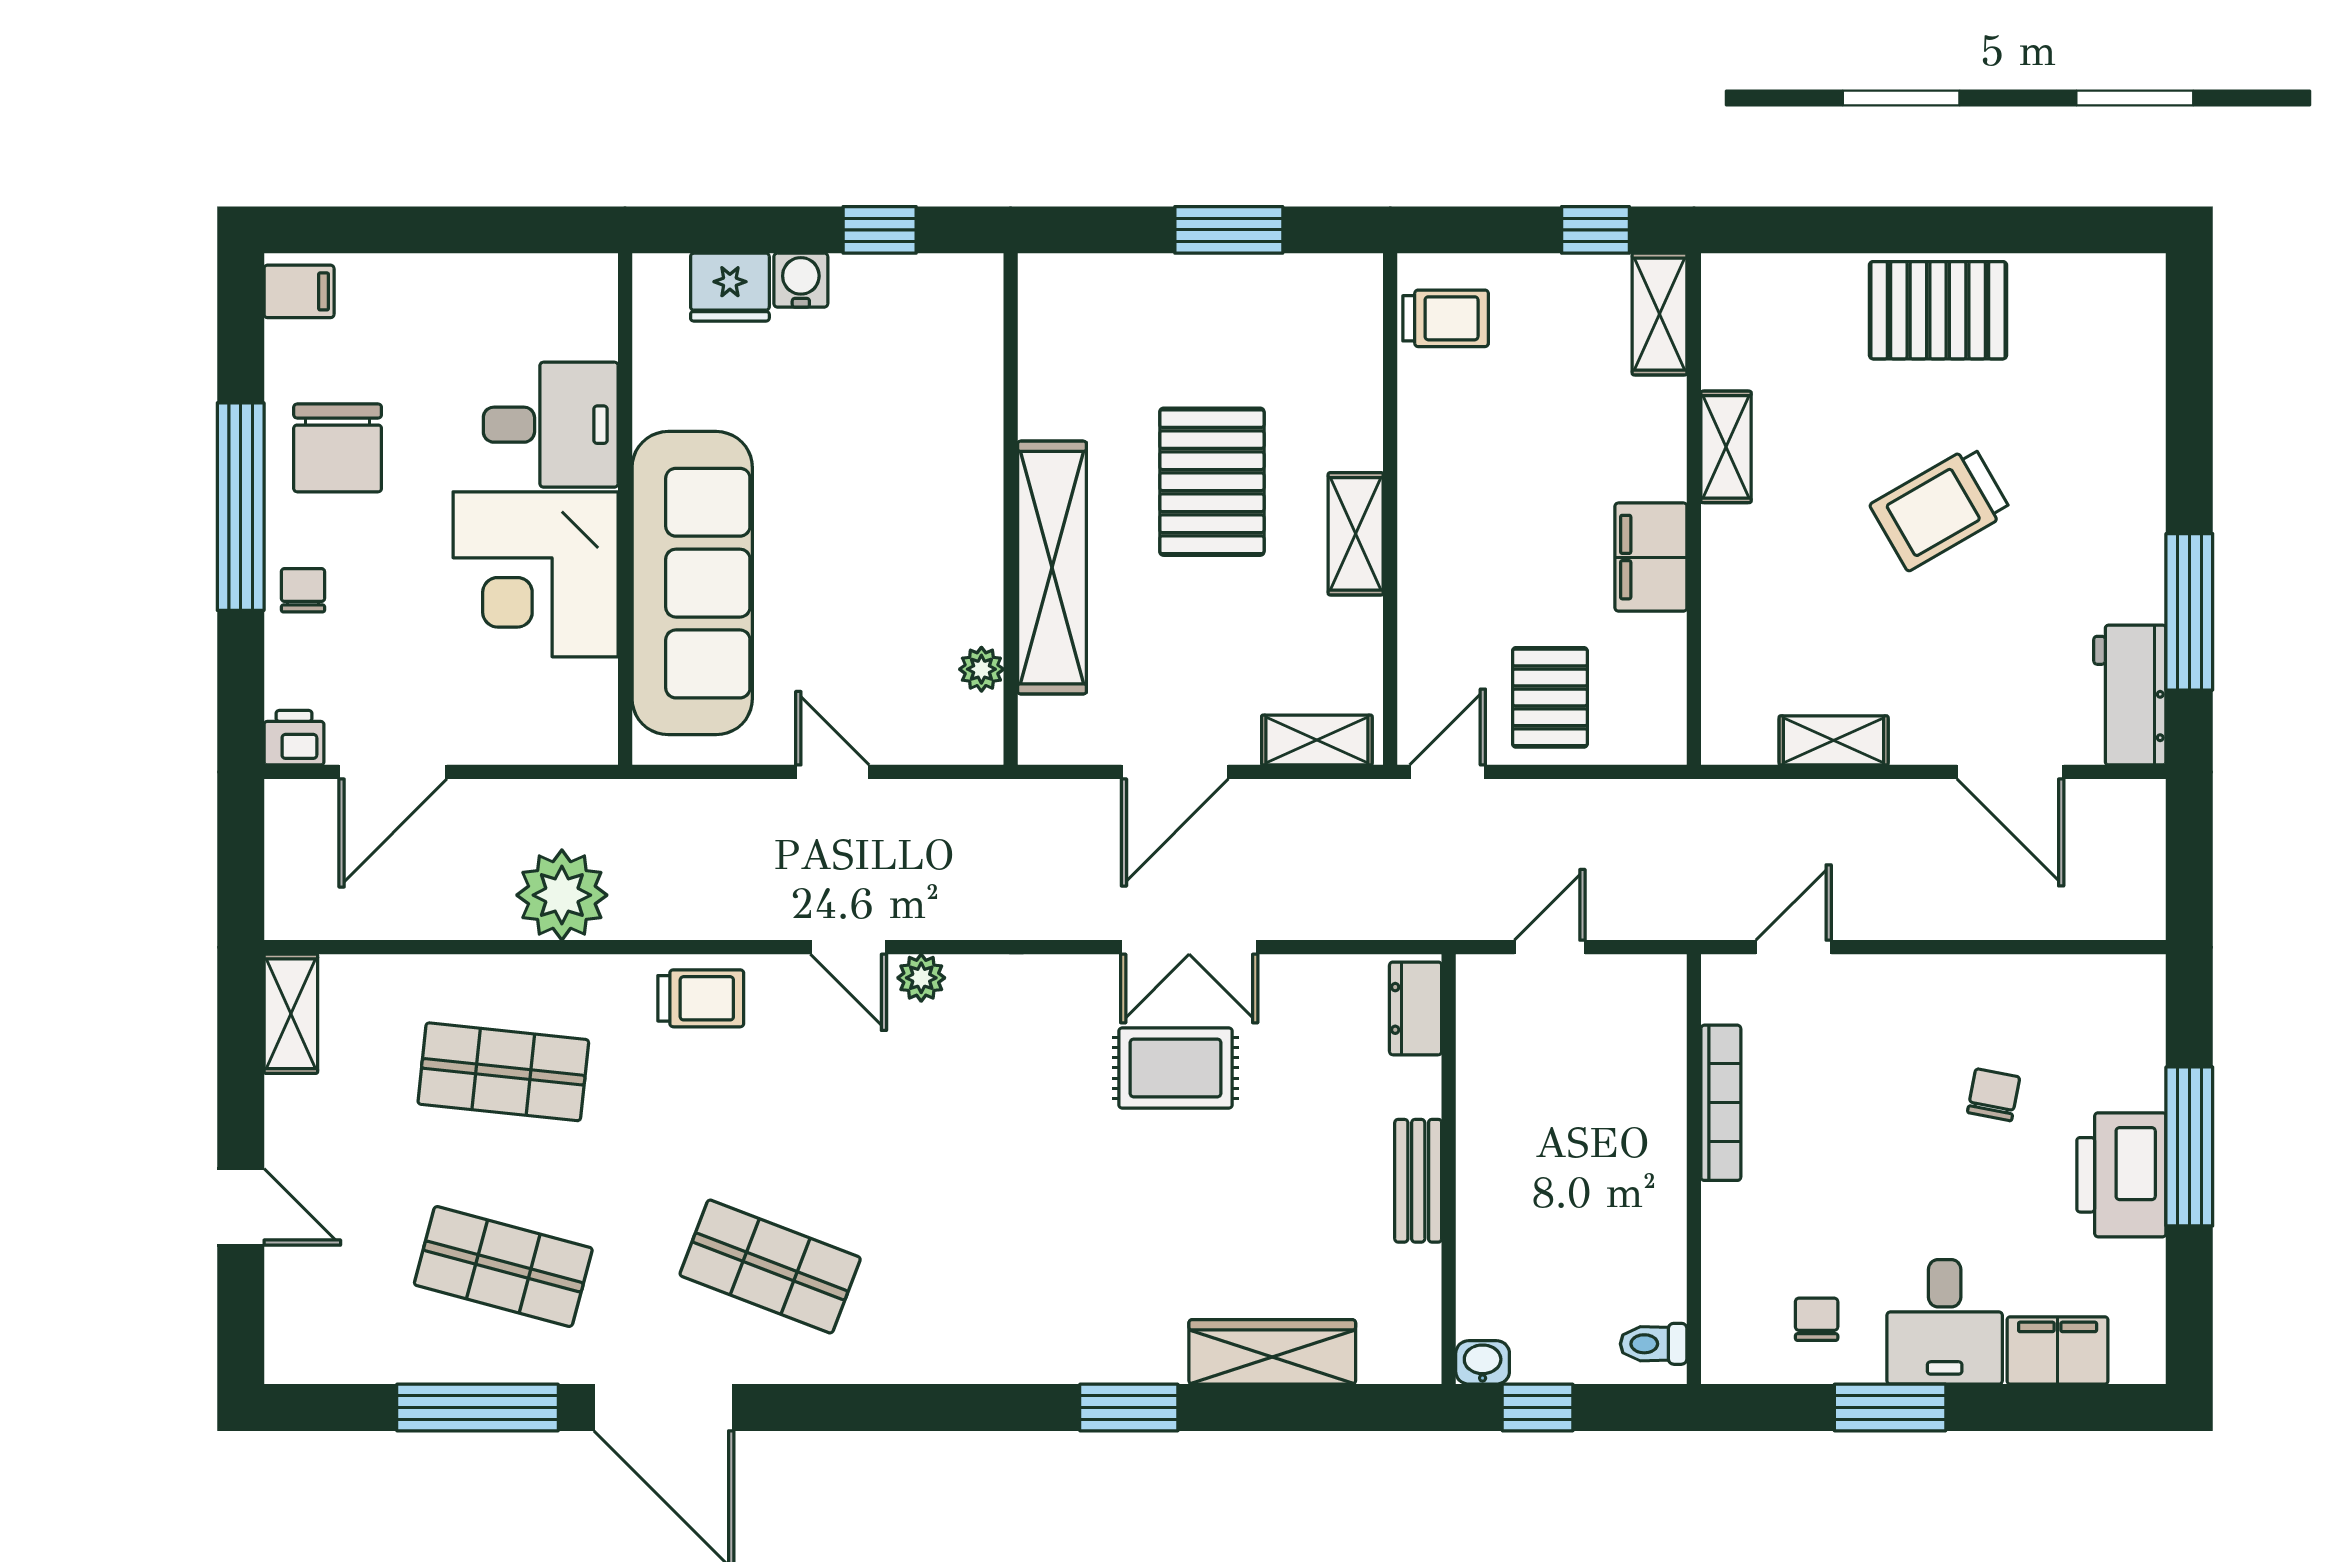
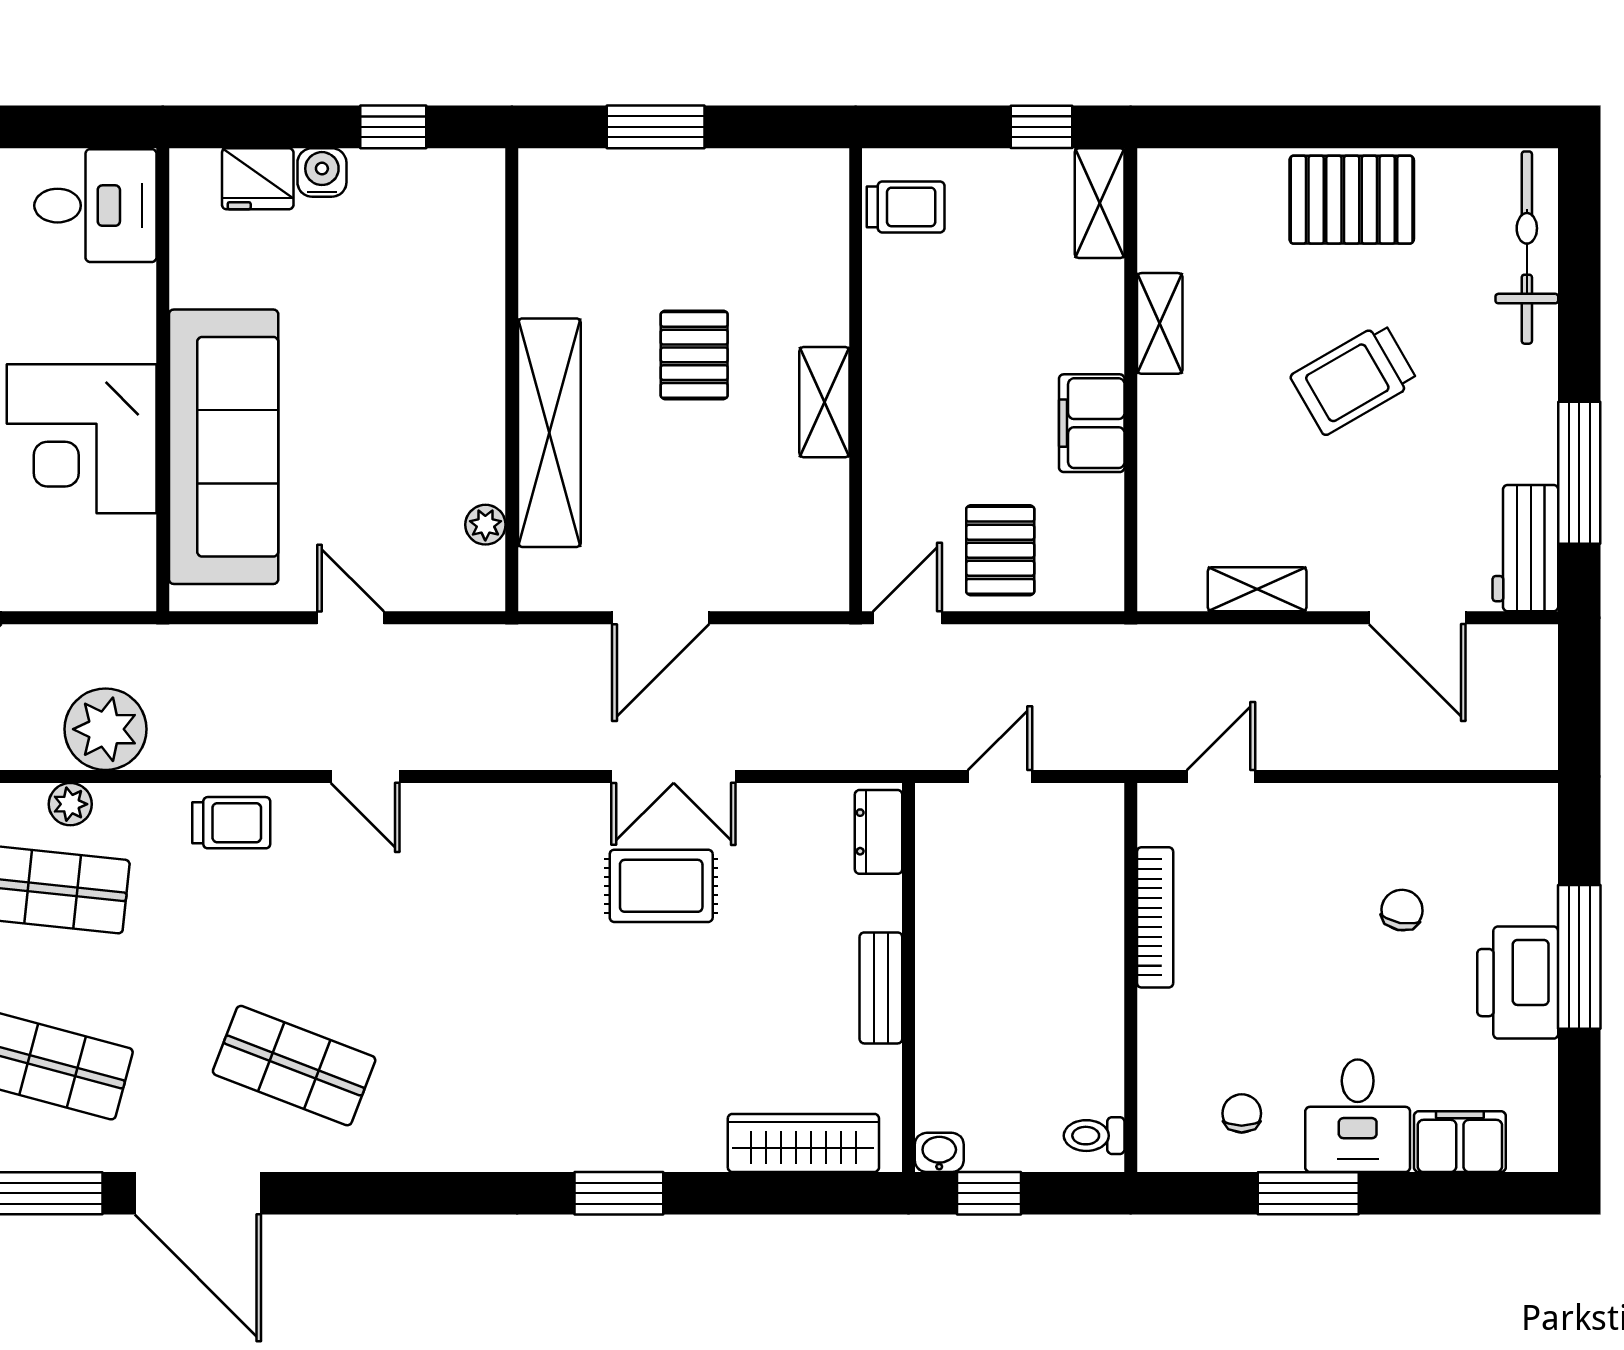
window: (1229, 230) -> (656, 127), moved
bicycle: (2131, 363) -> (1527, 248), added
desk: (551, 425) -> (95, 206), moved
pallet: (1212, 482) -> (694, 355), width x0.67, depth x0.71
shelving: (1317, 740) -> (789, 589), removed
plant: (921, 978) -> (70, 804), moved
wardrobe: (1272, 1352) -> (803, 1143), moved

